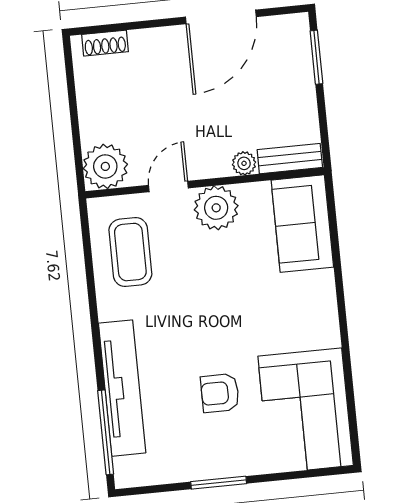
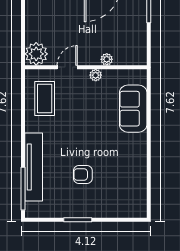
bench: (290, 159) -> (130, 59), removed
plant: (216, 208) -> (96, 75), width x0.53, depth x0.53
sofa: (302, 224) -> (133, 109), moved
corner sofa: (306, 411) -> (125, 188), removed

